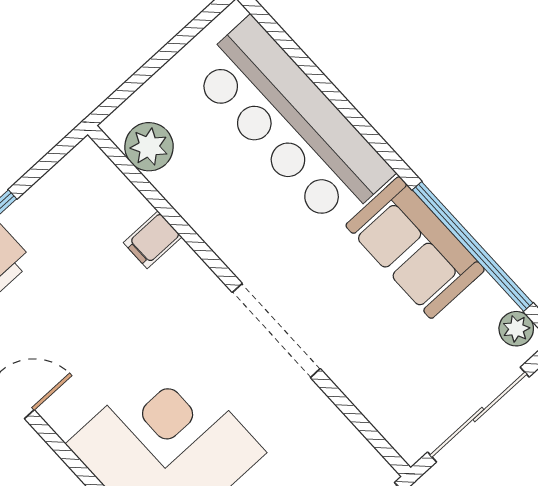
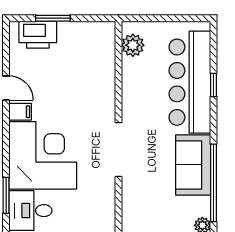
window: (332, 93) -> (214, 85), added
filing cabinet: (153, 240) -> (20, 112), moved, turned 180

